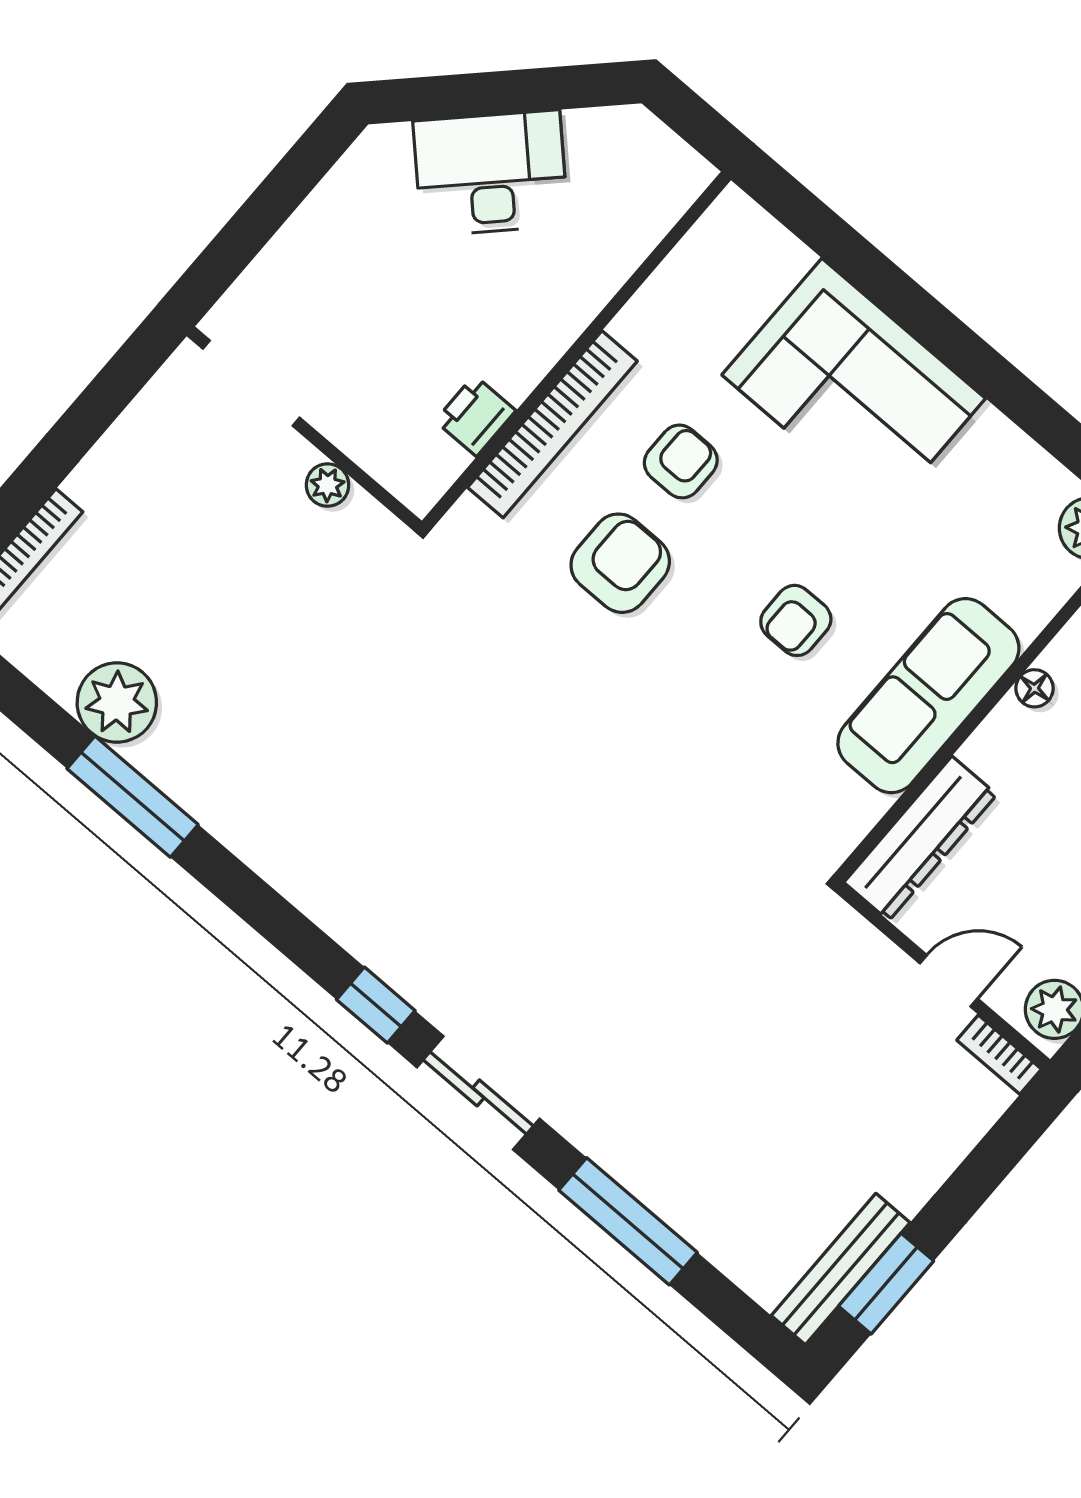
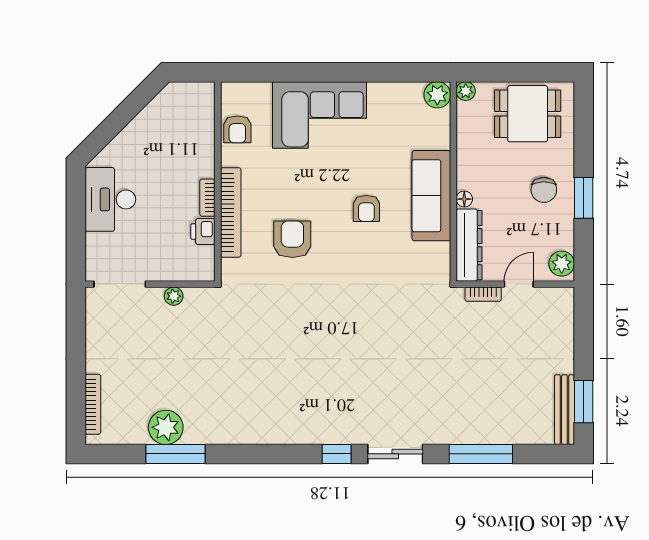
desk: (491, 173) -> (110, 199), moved, turned -45
bookcase: (534, 363) -> (207, 198), added
armchair: (681, 461) -> (237, 129), moved, turned 180
floor lamp: (1034, 688) -> (464, 199), moved
window: (133, 797) -> (176, 454), moved
bookcase: (999, 1055) -> (483, 294), moved

